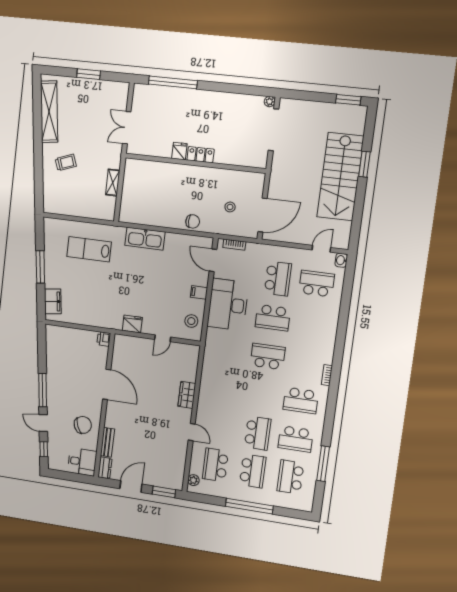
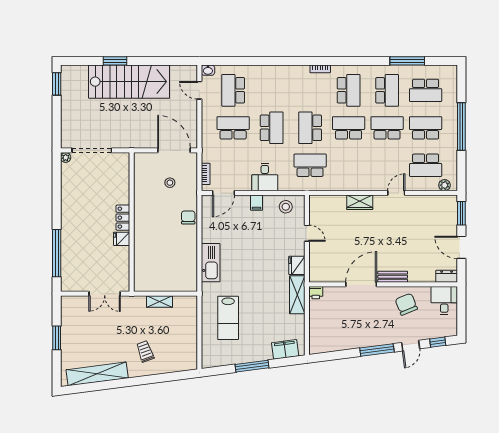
desk: (228, 305) -> (265, 177), width x0.53, depth x0.77
shelving: (104, 320) -> (297, 295), added
school desk: (230, 351) -> (310, 165), added
school desk: (263, 395) -> (349, 128), added
bench: (107, 442) -> (393, 277), moved

